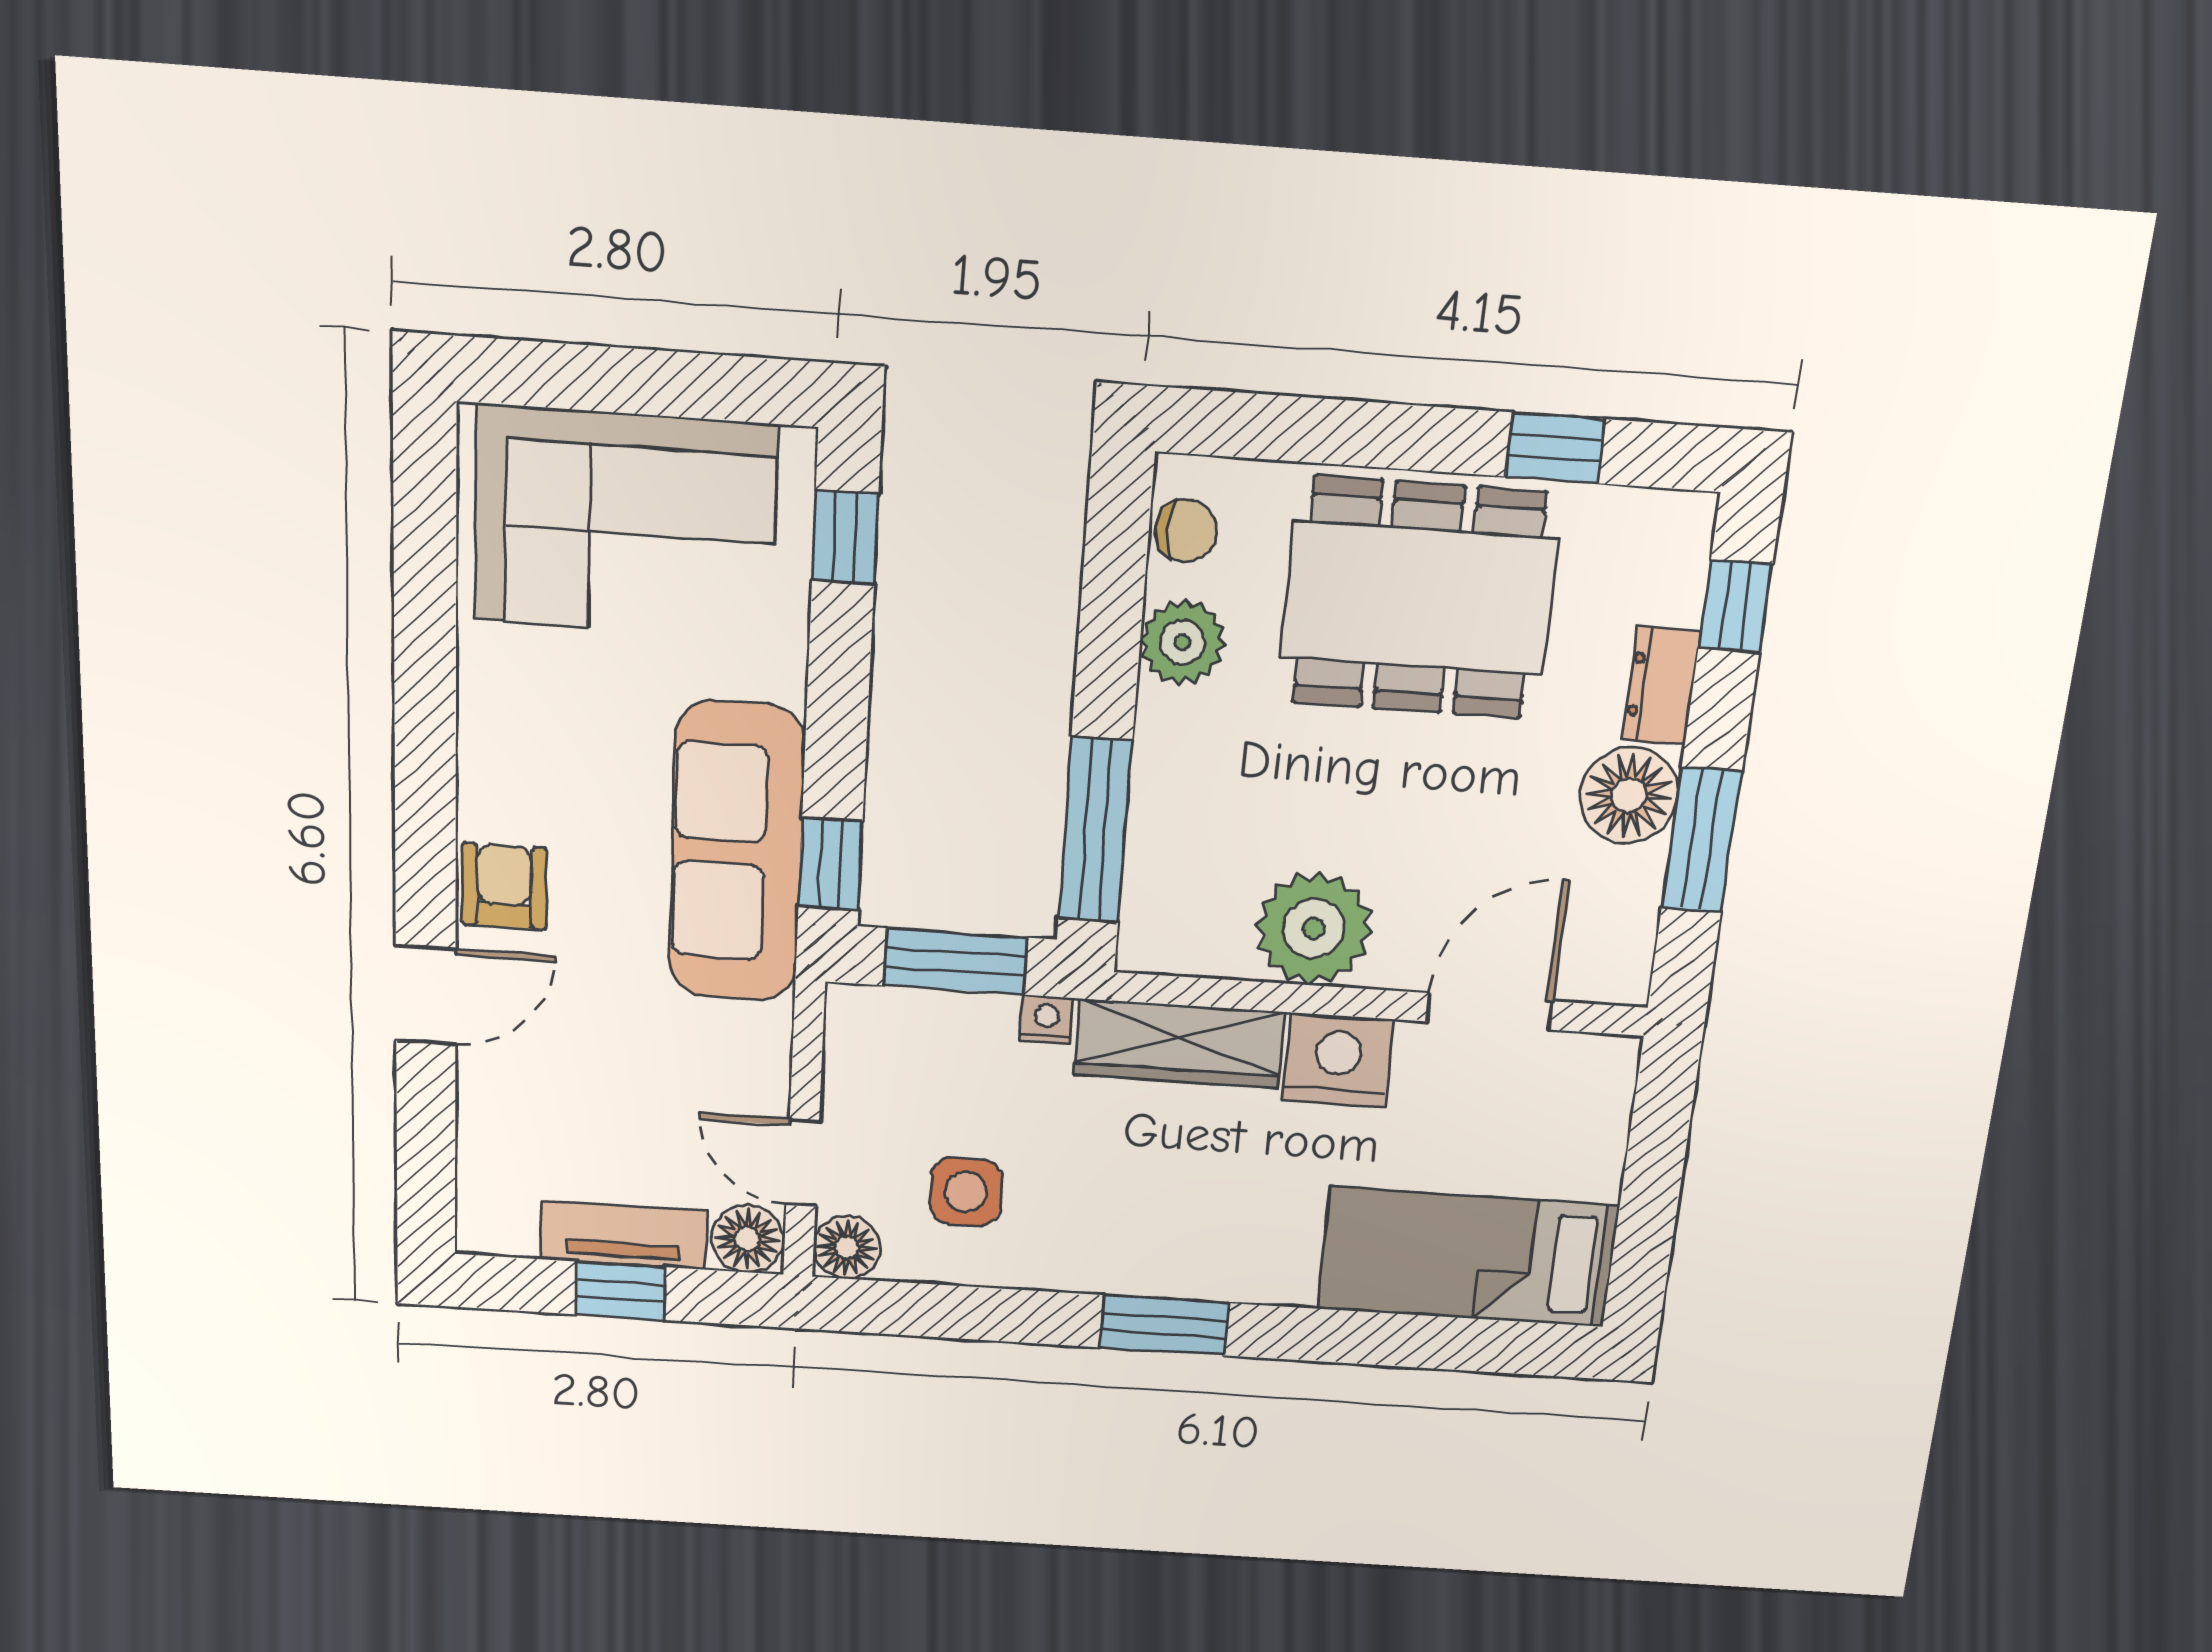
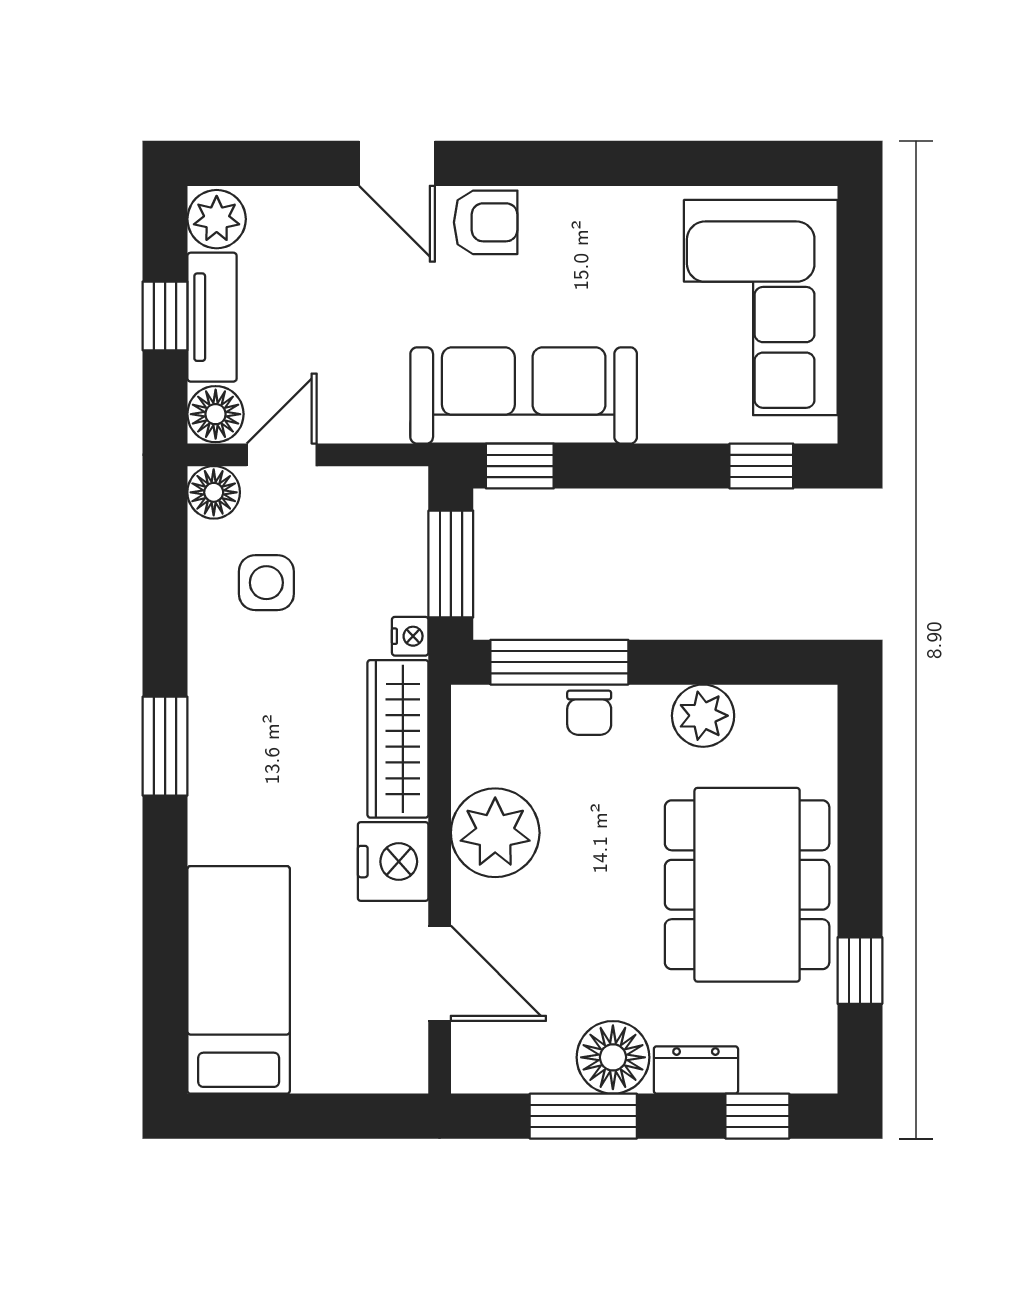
chair: (1186, 531) -> (589, 713), moved
plant: (498, 1222) -> (217, 219), added

